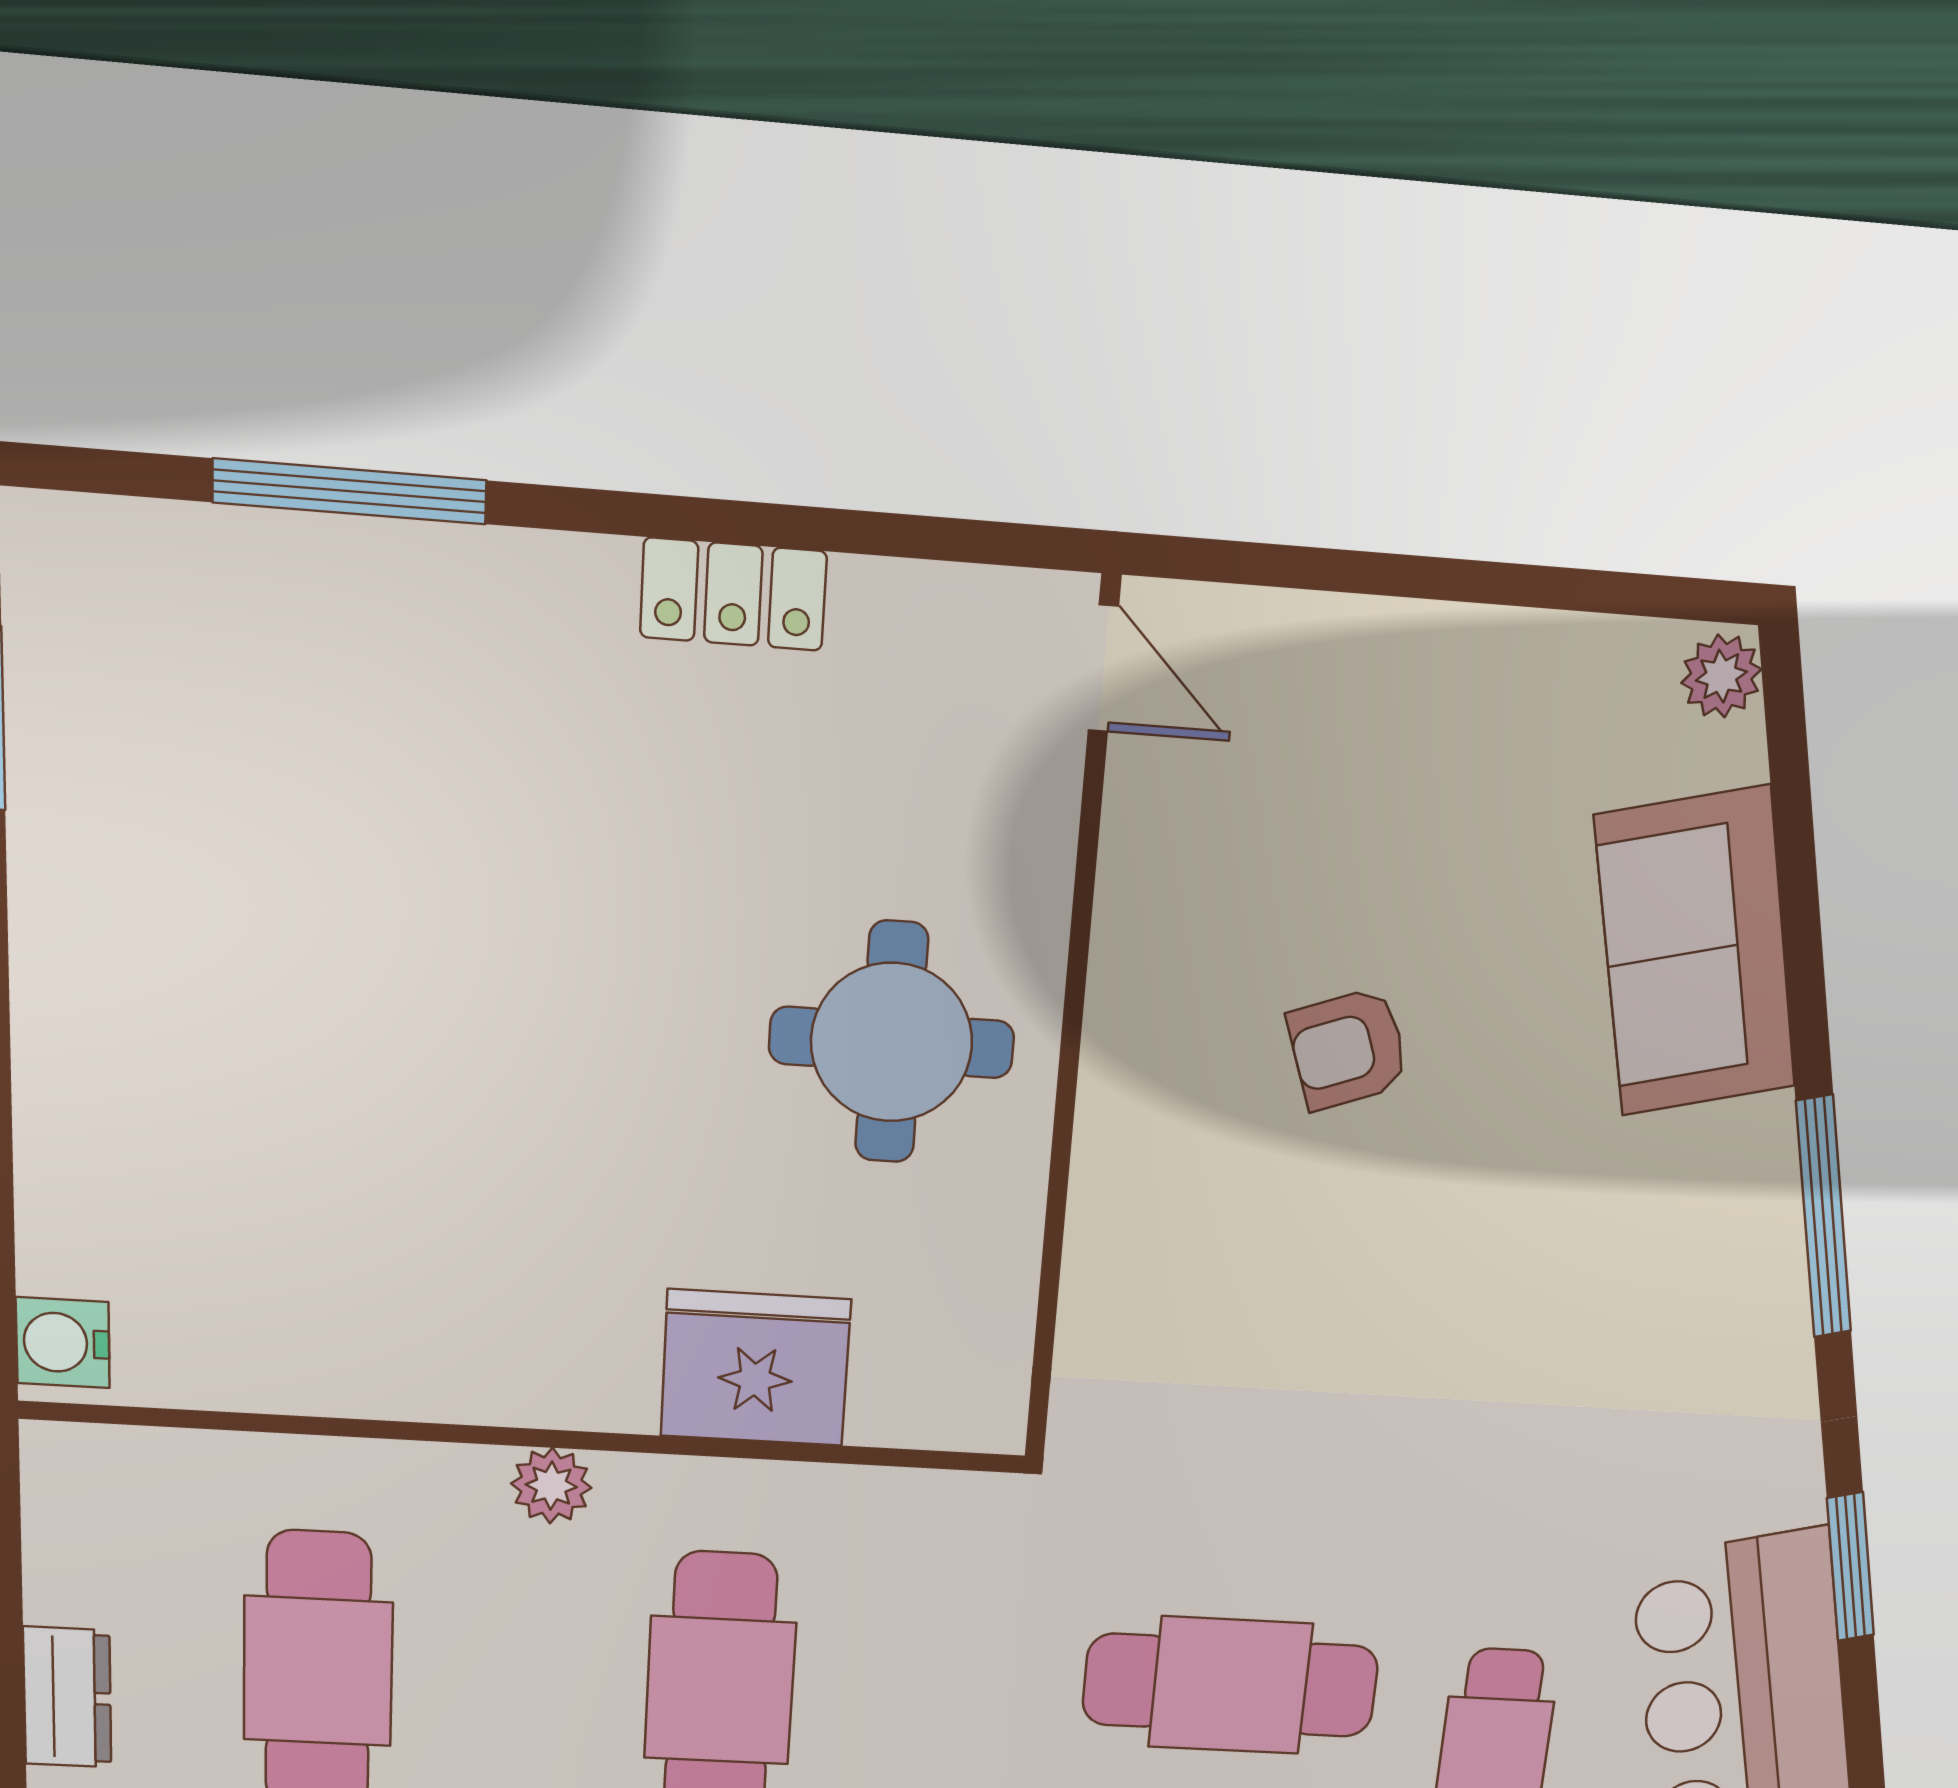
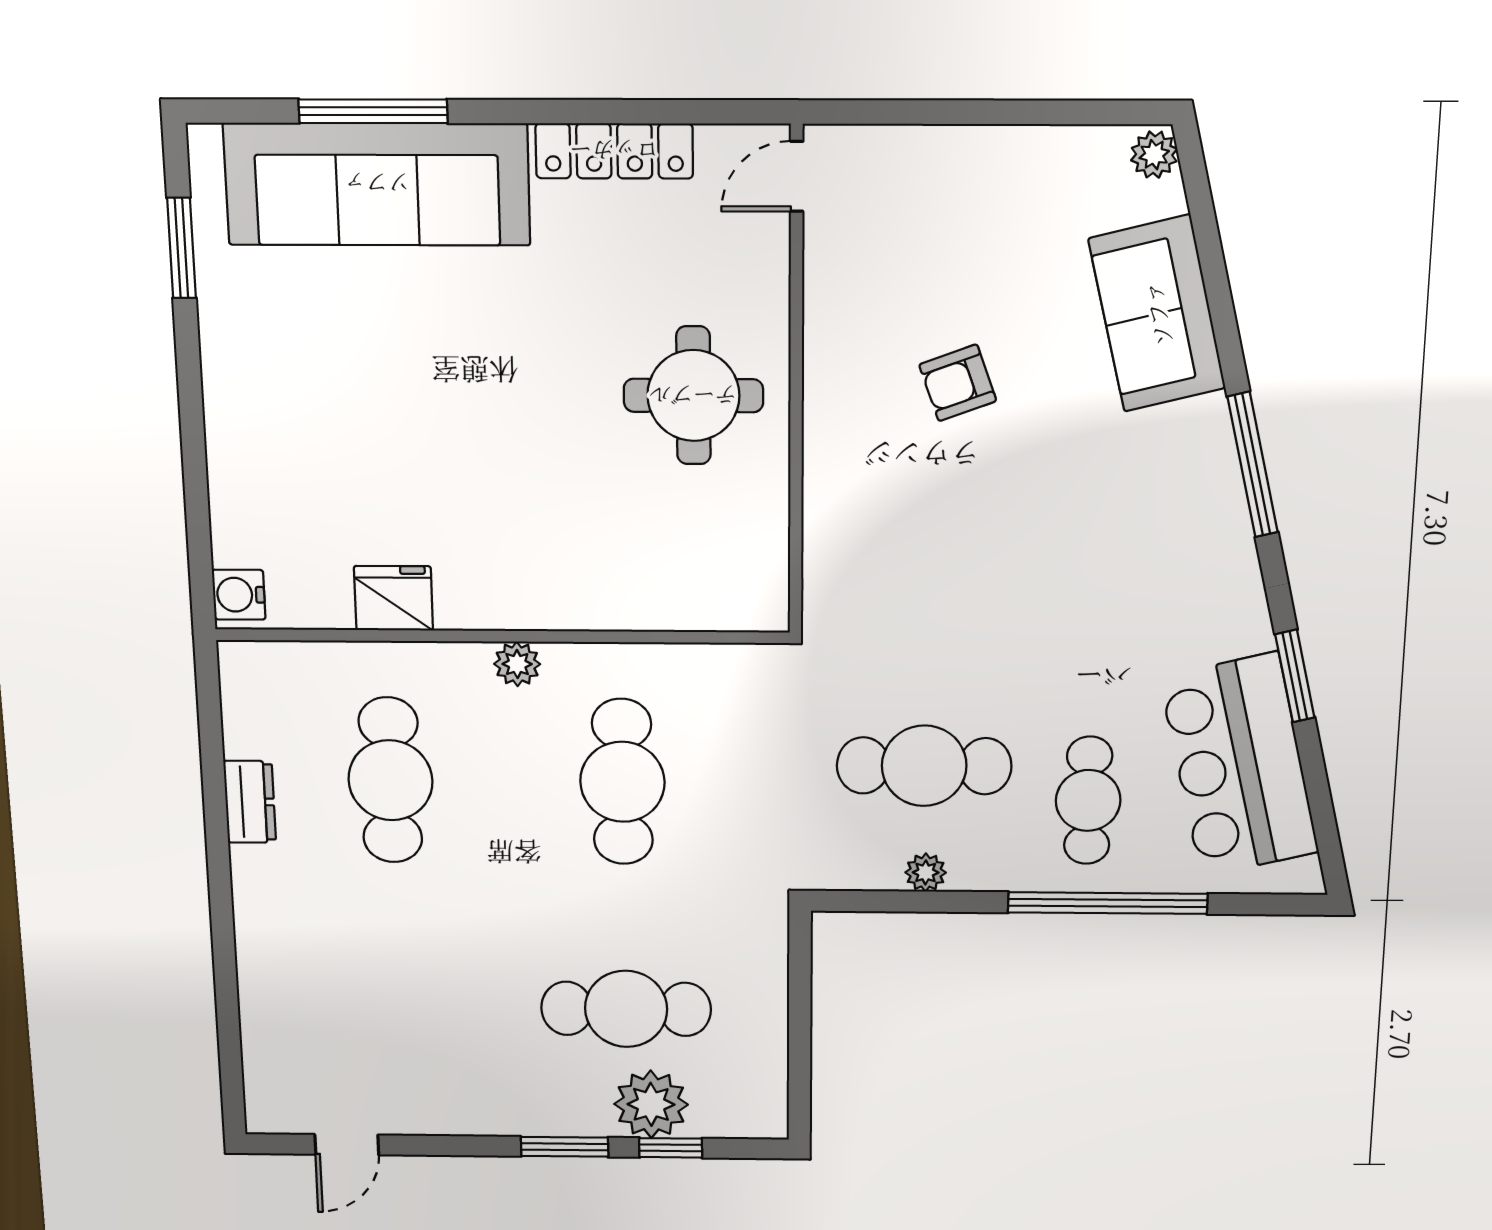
locker: (733, 594) -> (614, 151), width x1.53
sofa: (350, 627) -> (377, 184), added
door: (1103, 668) -> (797, 176), swing flipped
fridge: (756, 1368) -> (393, 598), moved, width x0.73, depth x0.75

